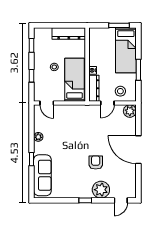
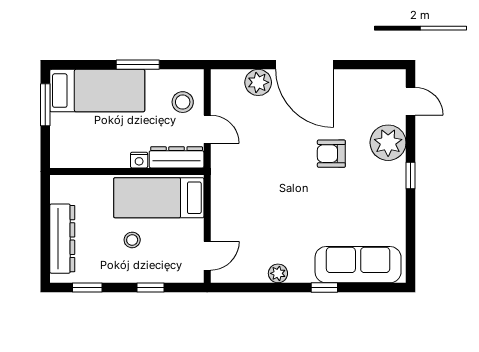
dresser: (69, 33) -> (62, 239), moved
plant: (130, 111) -> (258, 82), moved
door: (138, 150) -> (305, 65), hinge flipped

